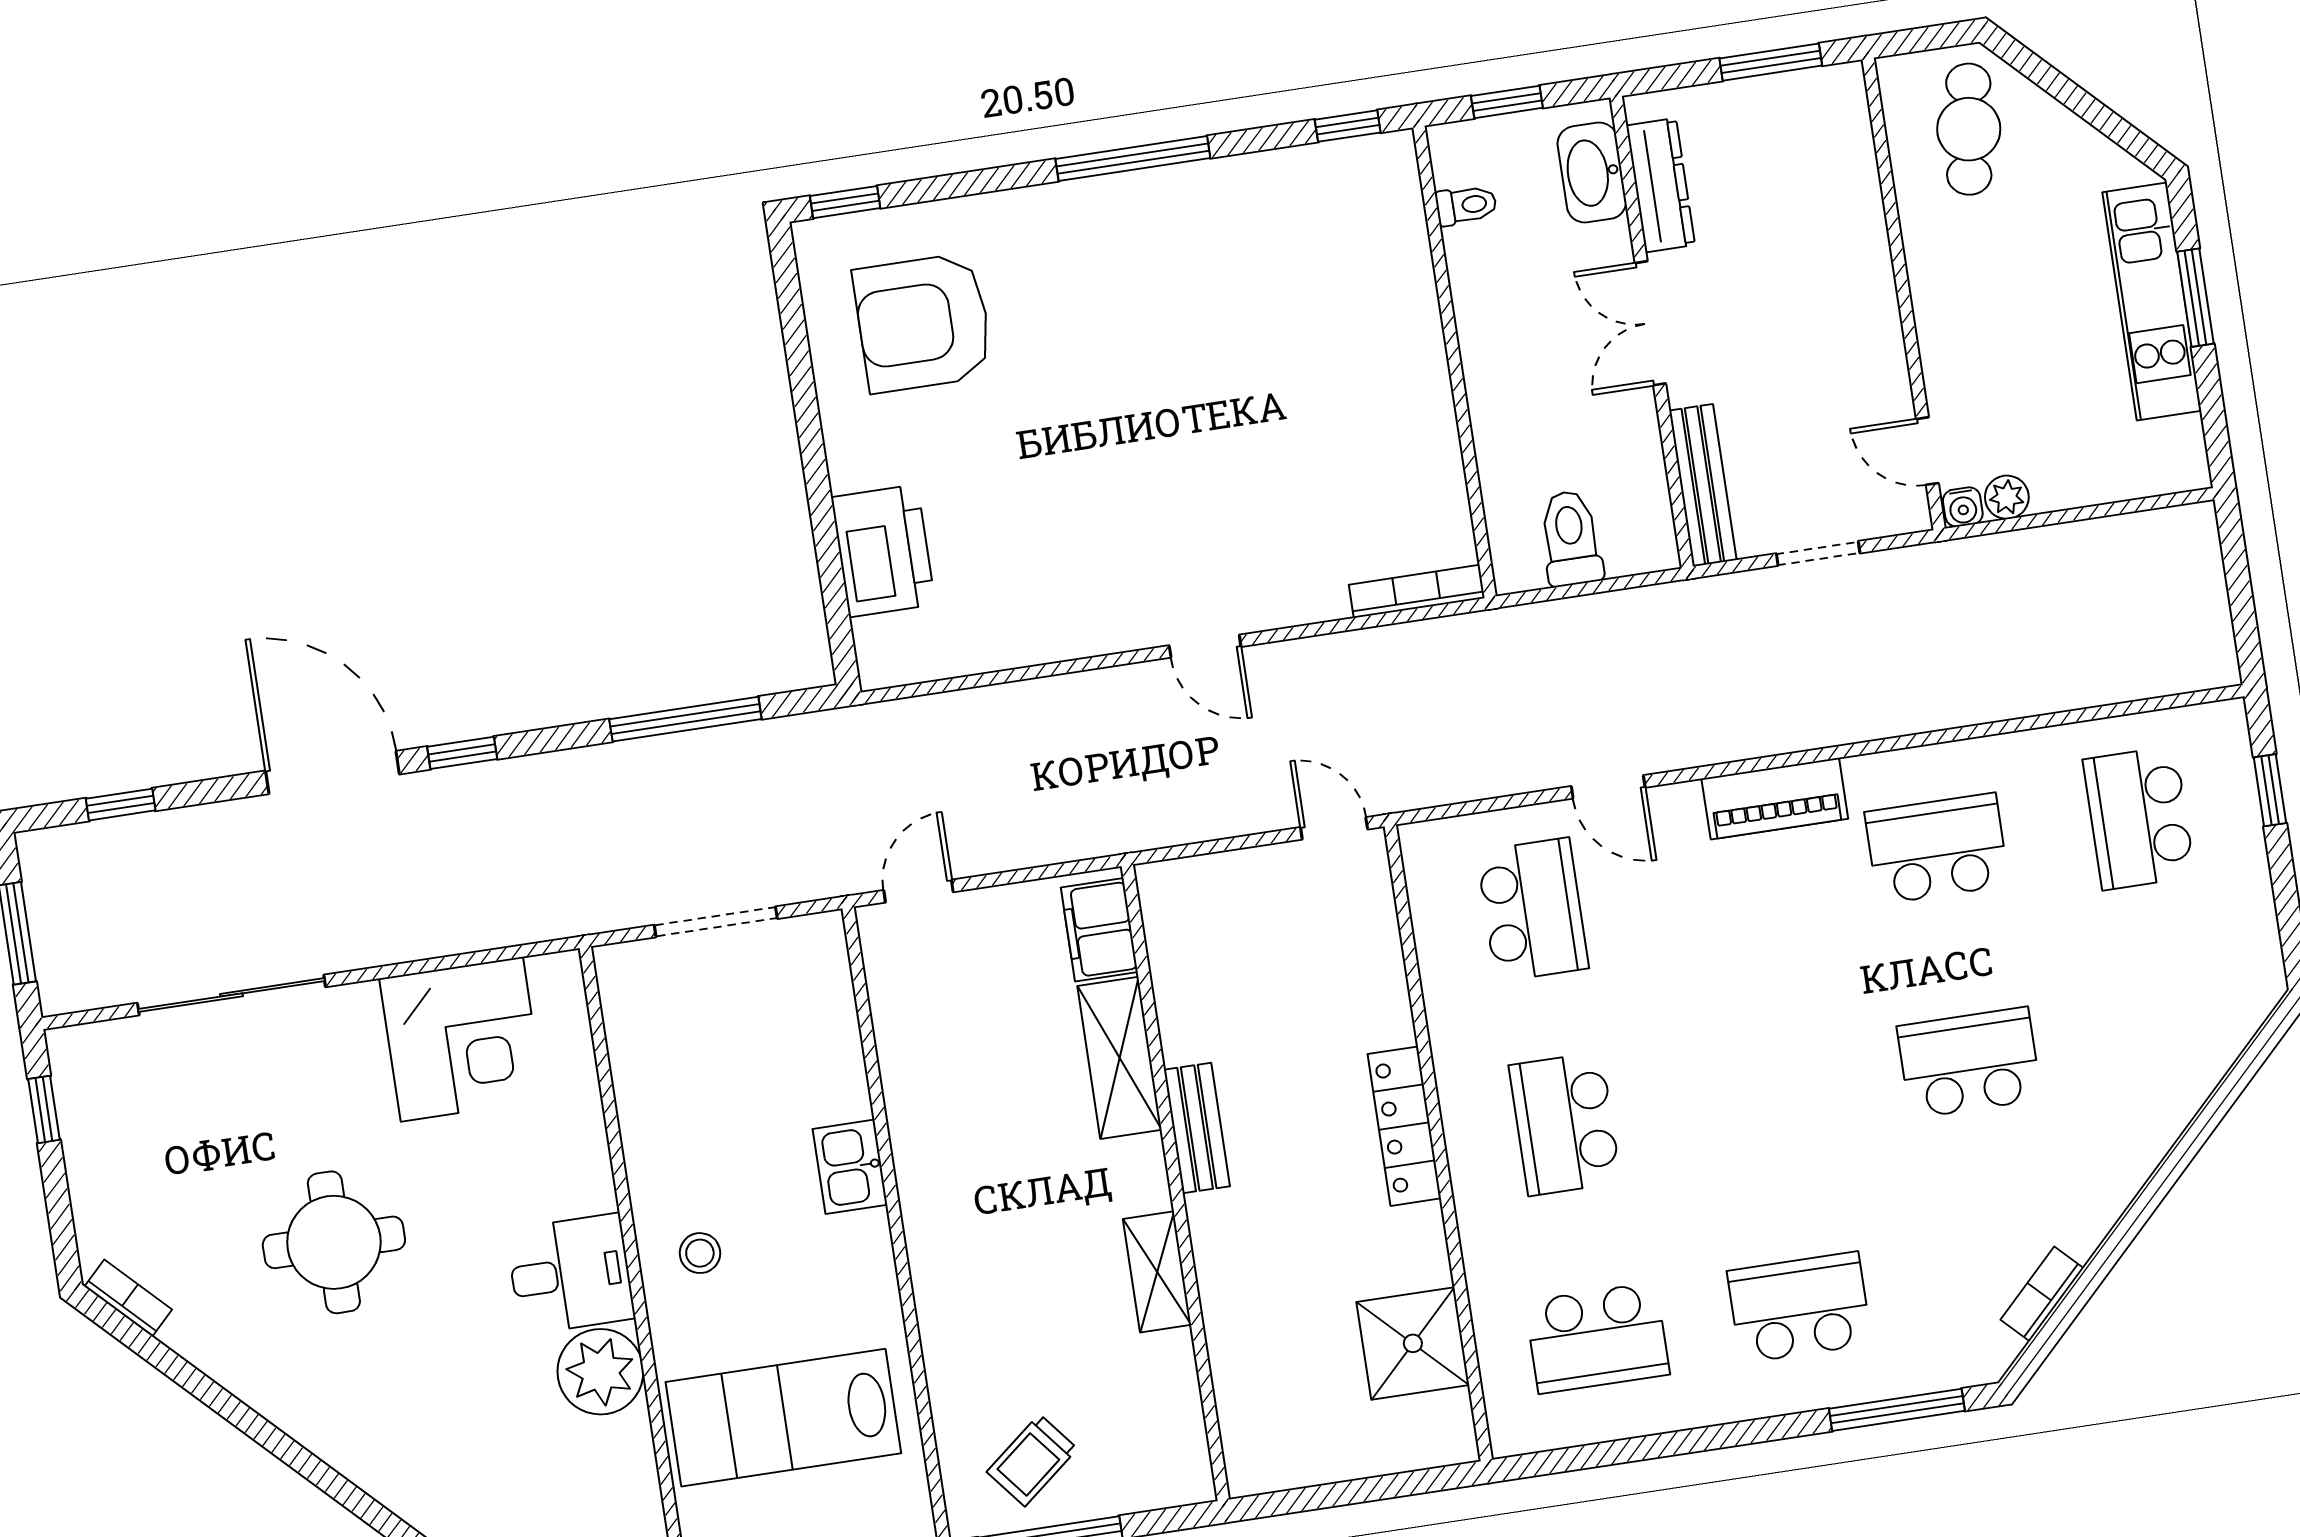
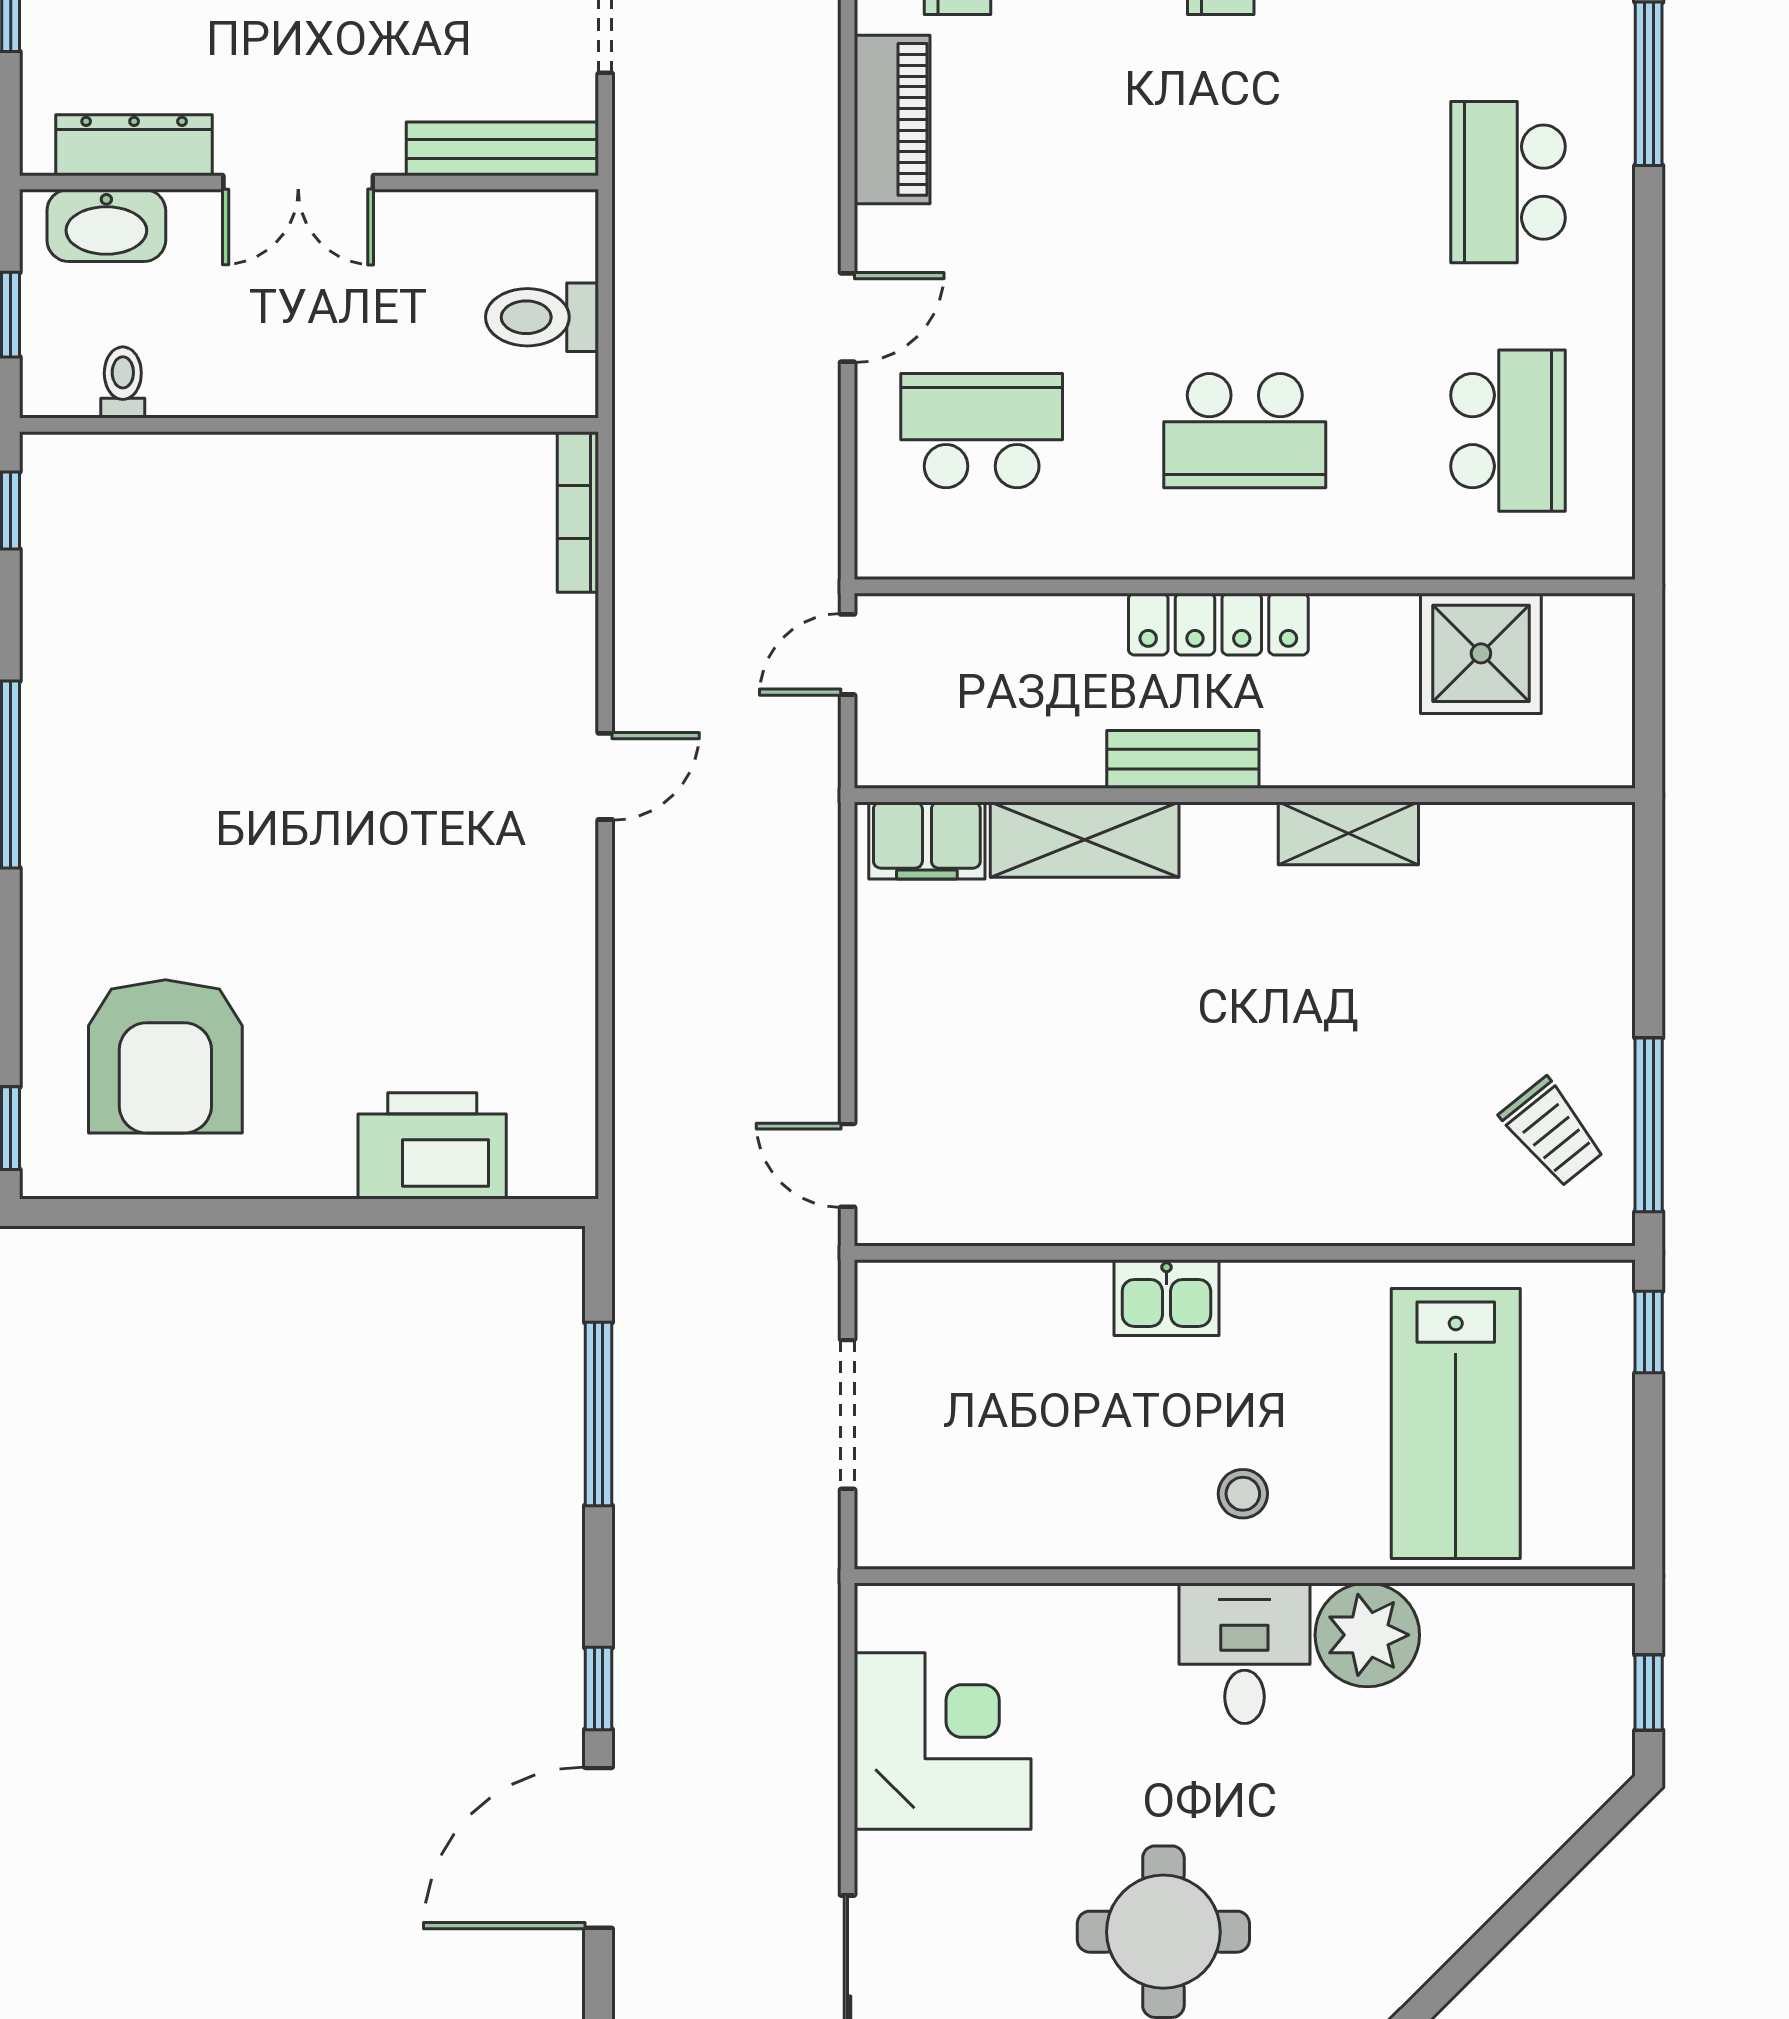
filing cabinet: (1099, 930) -> (927, 840), moved
shelving: (1120, 1058) -> (1085, 840), moved
bench: (1197, 1128) -> (1183, 759), moved
wall: (1175, 1183) -> (1245, 795), moved
shelving: (1157, 1272) -> (1348, 833), moved

